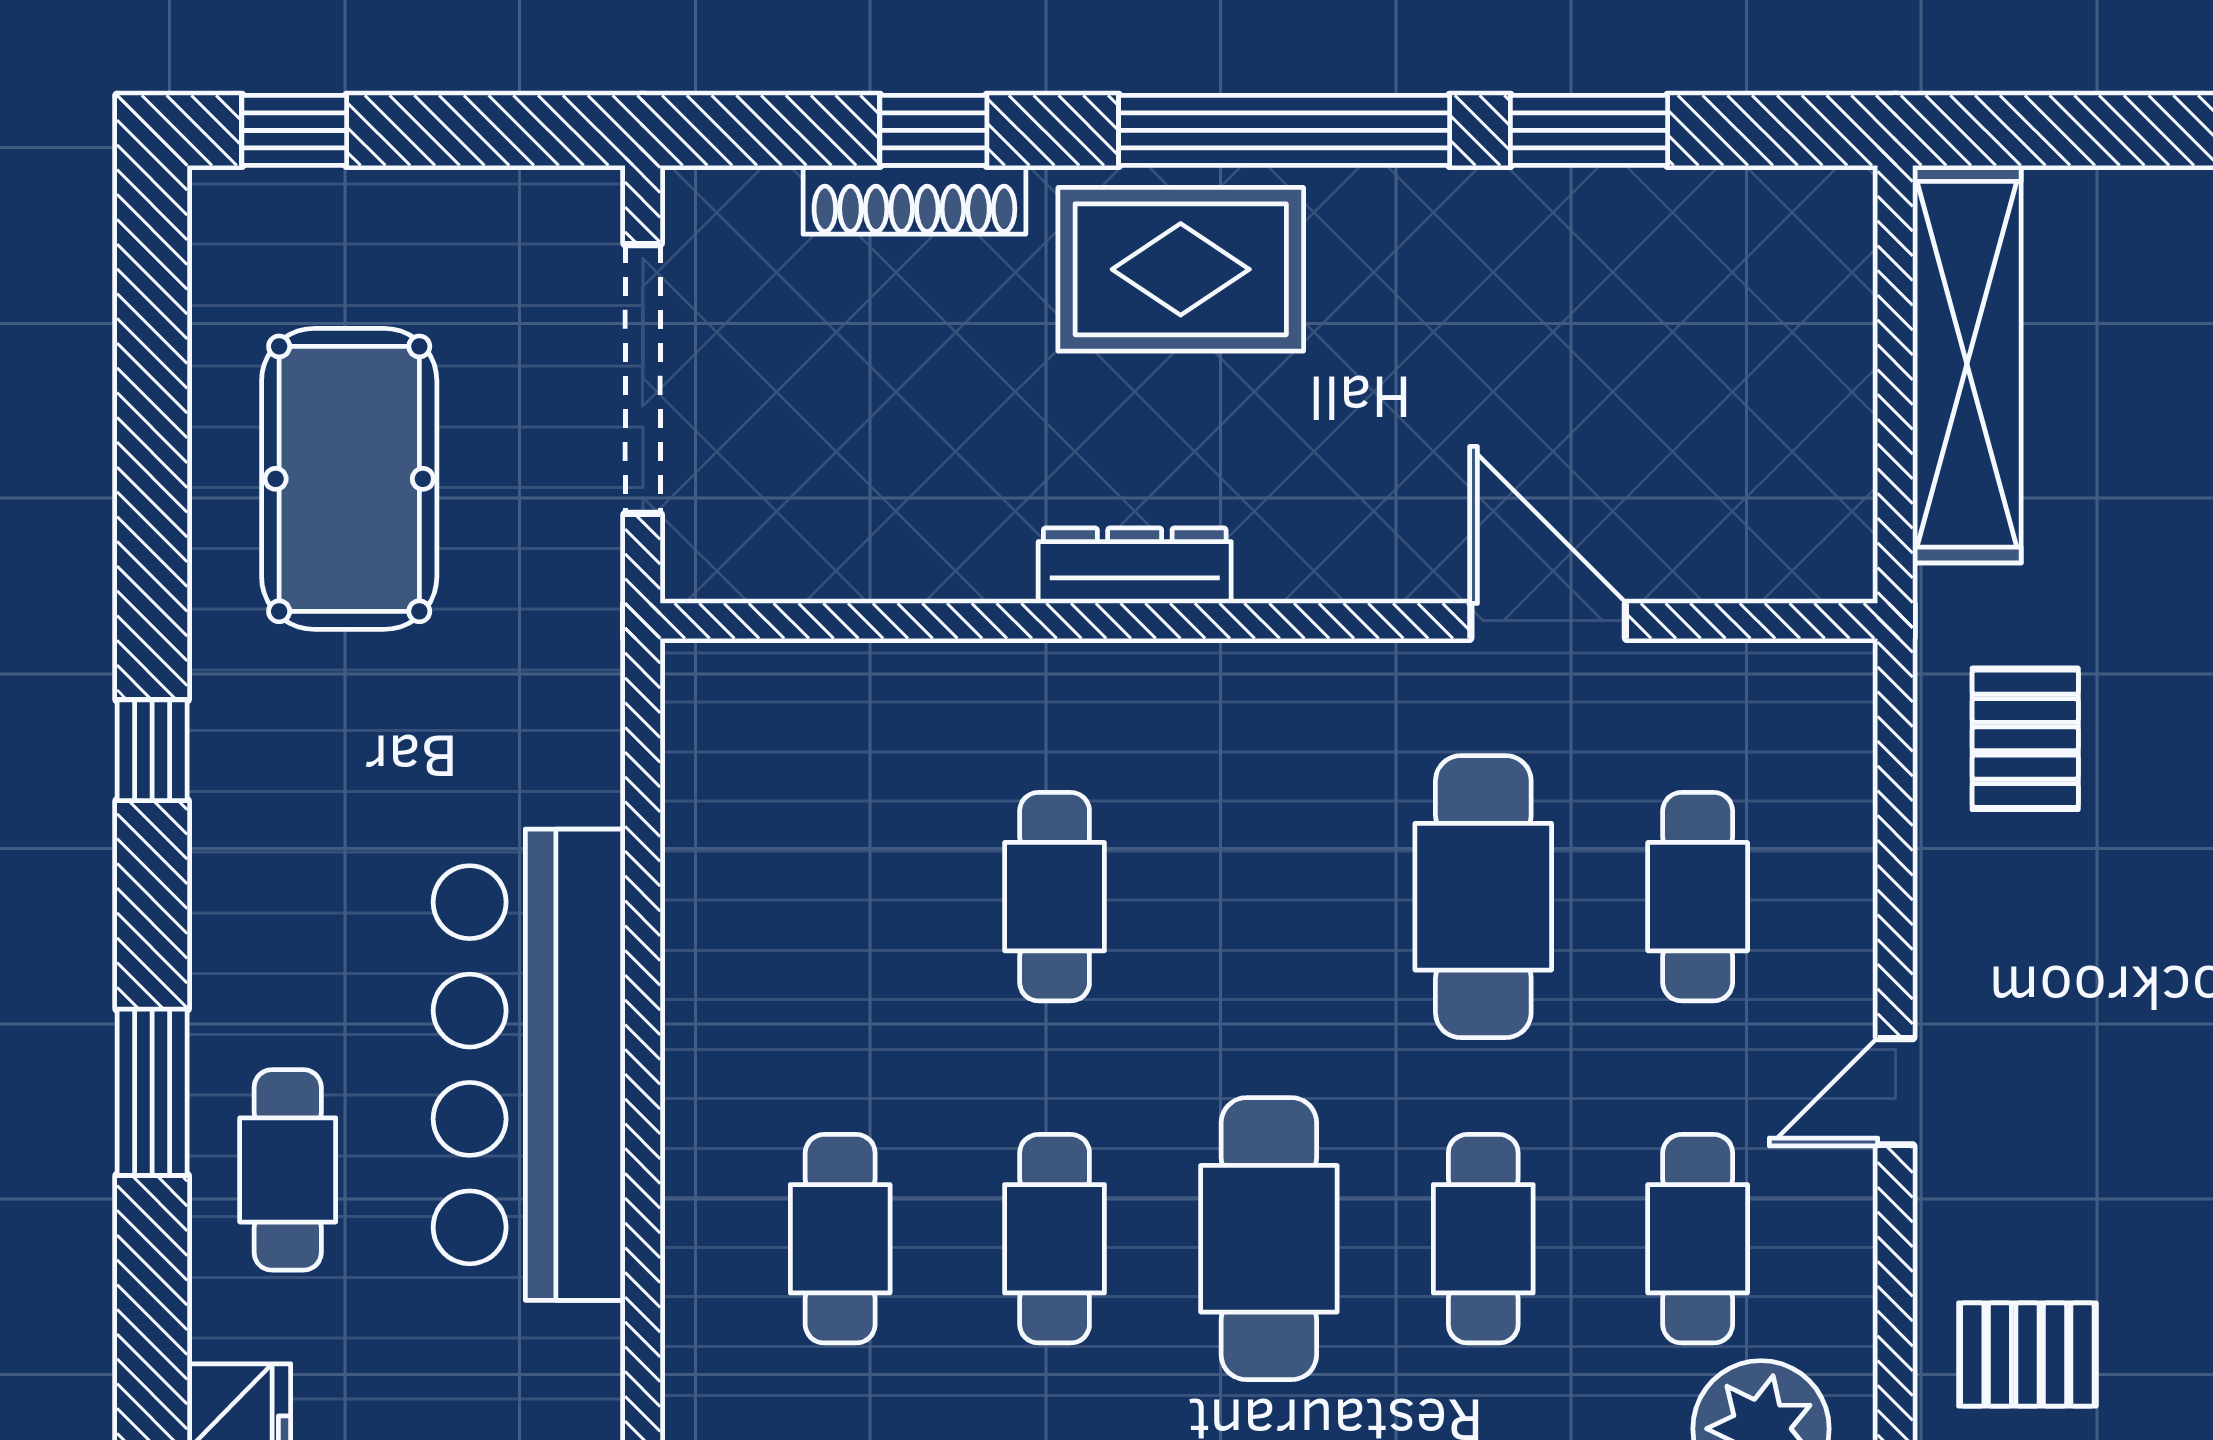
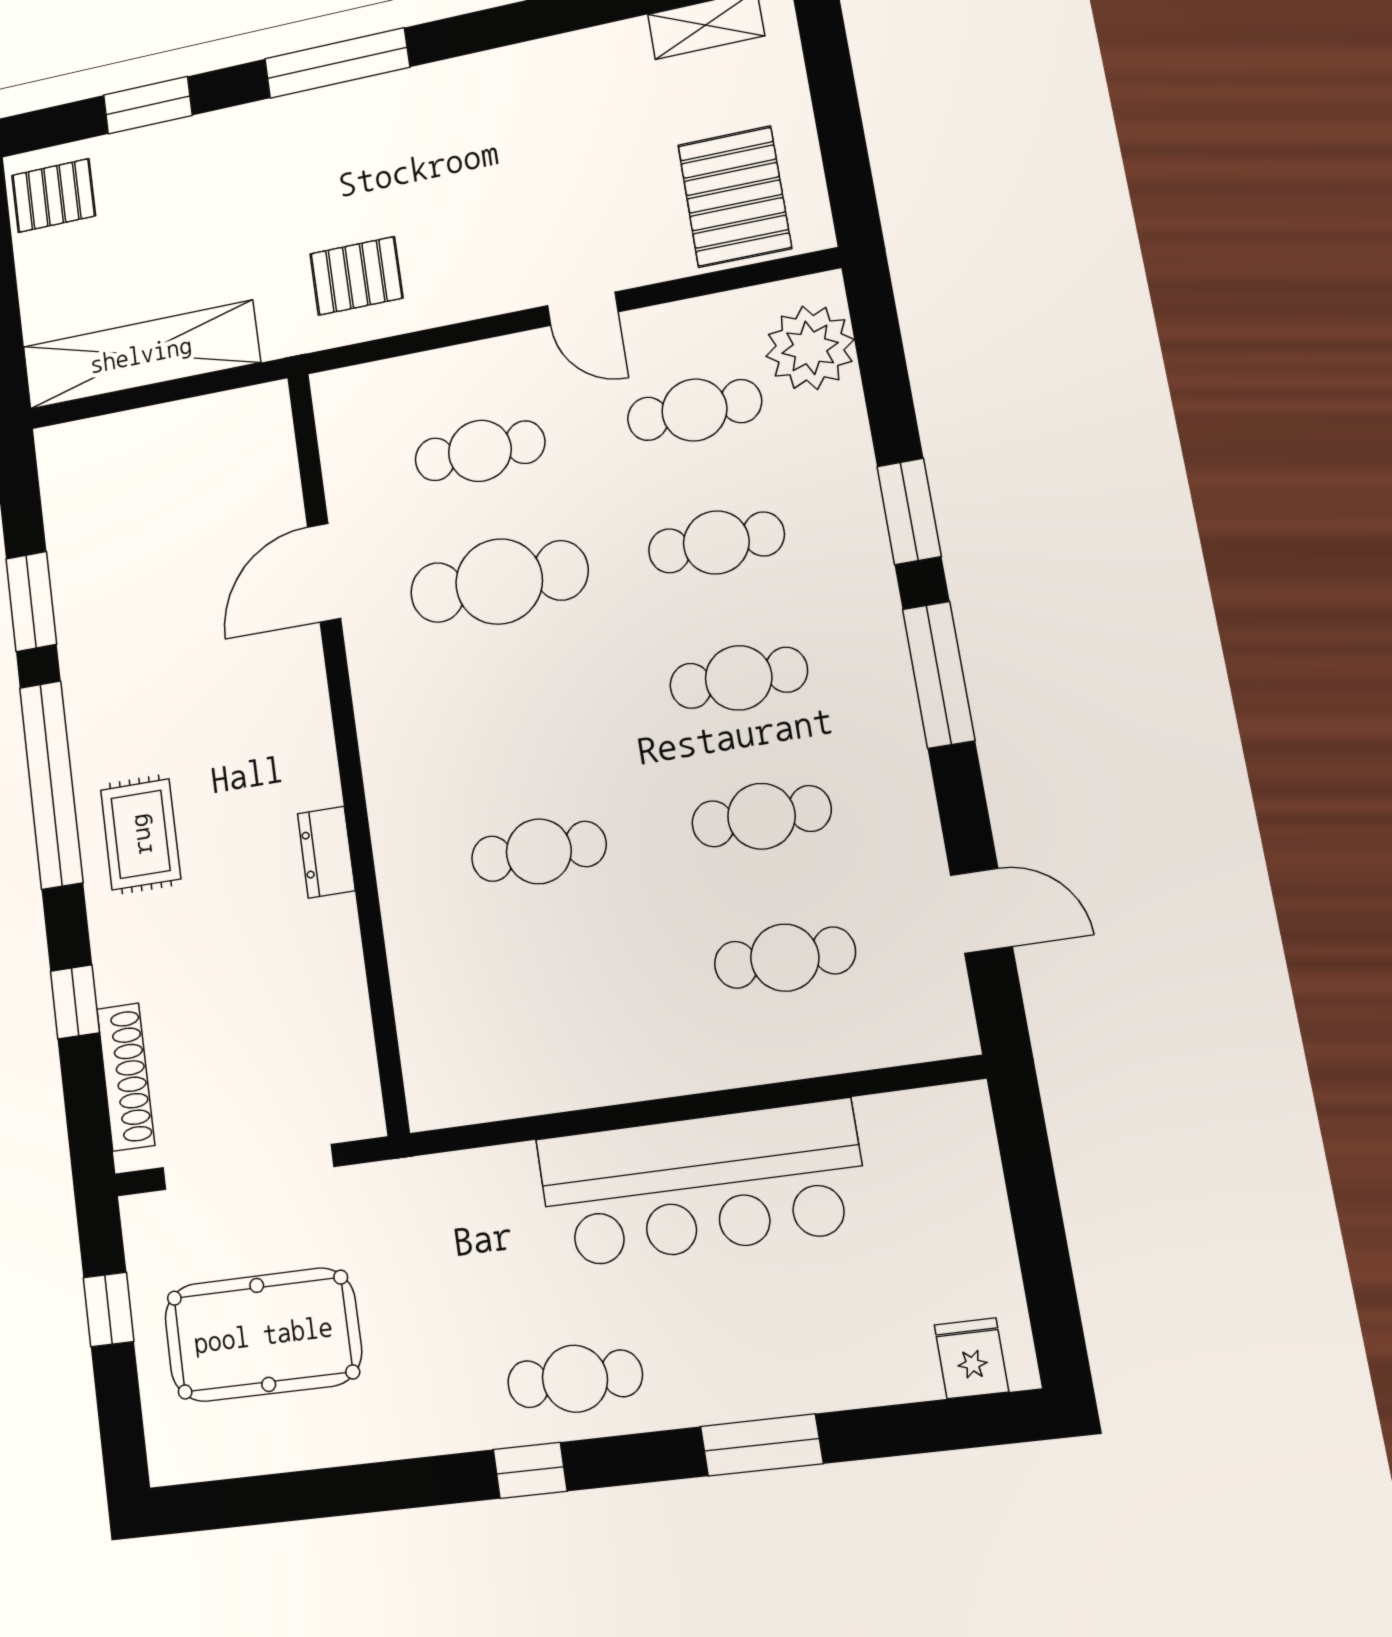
window: (294, 130) -> (109, 1310), moved
shoe rack: (914, 200) -> (126, 1077), moved
rug: (1181, 269) -> (141, 834), width x0.73, depth x0.70
pool table: (349, 479) -> (263, 1335), moved
dresser: (1135, 566) -> (326, 852), width x0.70
cafe table: (288, 1170) -> (575, 1379), moved
cafe table: (1269, 1239) -> (739, 678), width x0.73, depth x0.74
pallet: (2027, 1355) -> (735, 197), width x1.50, depth x1.42

